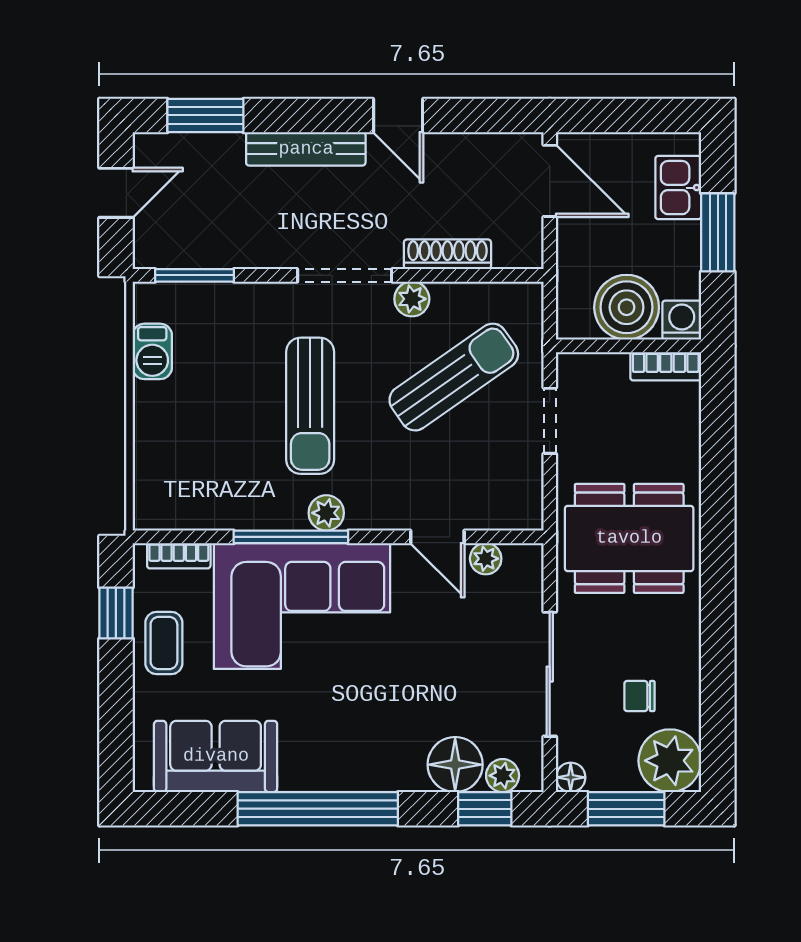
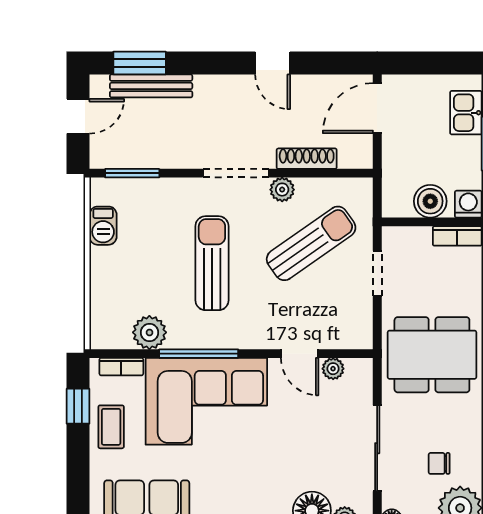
bench: (306, 149) -> (151, 86), moved
door: (550, 181) -> (377, 108), swing flipped
boiler: (627, 307) -> (430, 201), width x0.73, depth x0.73
sun lounger: (310, 406) -> (212, 263), turned 180
plant: (326, 513) -> (149, 332), moved, width x1.38, depth x1.38

